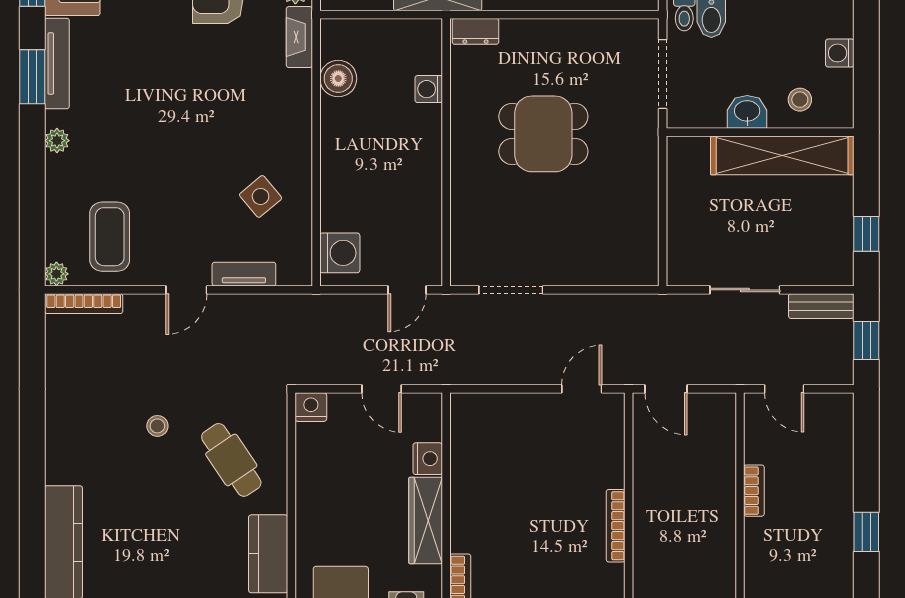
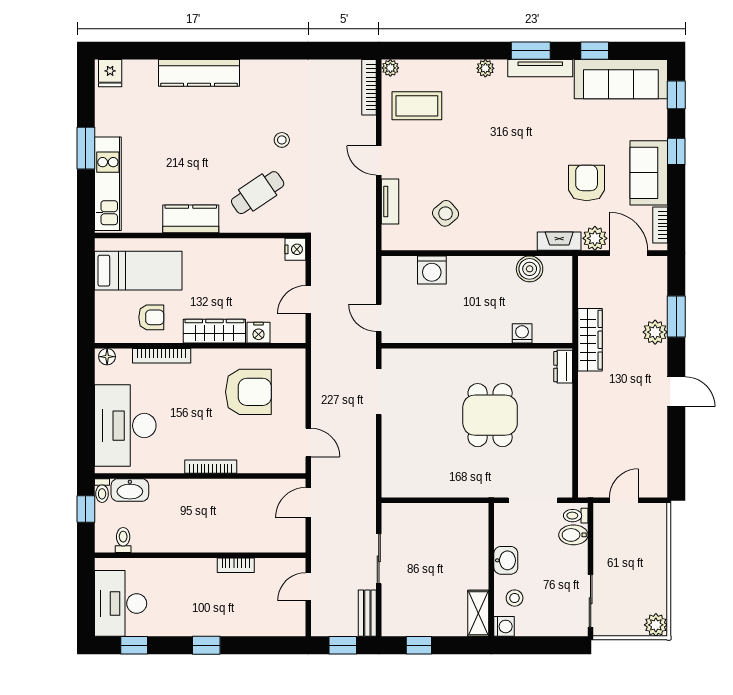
washing machine: (840, 53) -> (504, 626), moved, turned 90
shelving: (782, 155) -> (478, 613), width x0.45, depth x0.75
washing machine: (340, 253) -> (432, 270), moved
armchair: (511, 473) -> (248, 392), added

